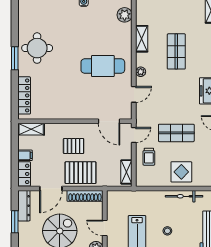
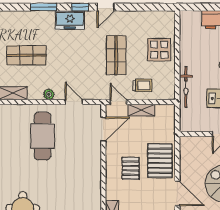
shelving: (126, 172) -> (141, 110), moved
shoe rack: (85, 196) -> (185, 156), removed
bicycle: (184, 196) -> (186, 87), moved

